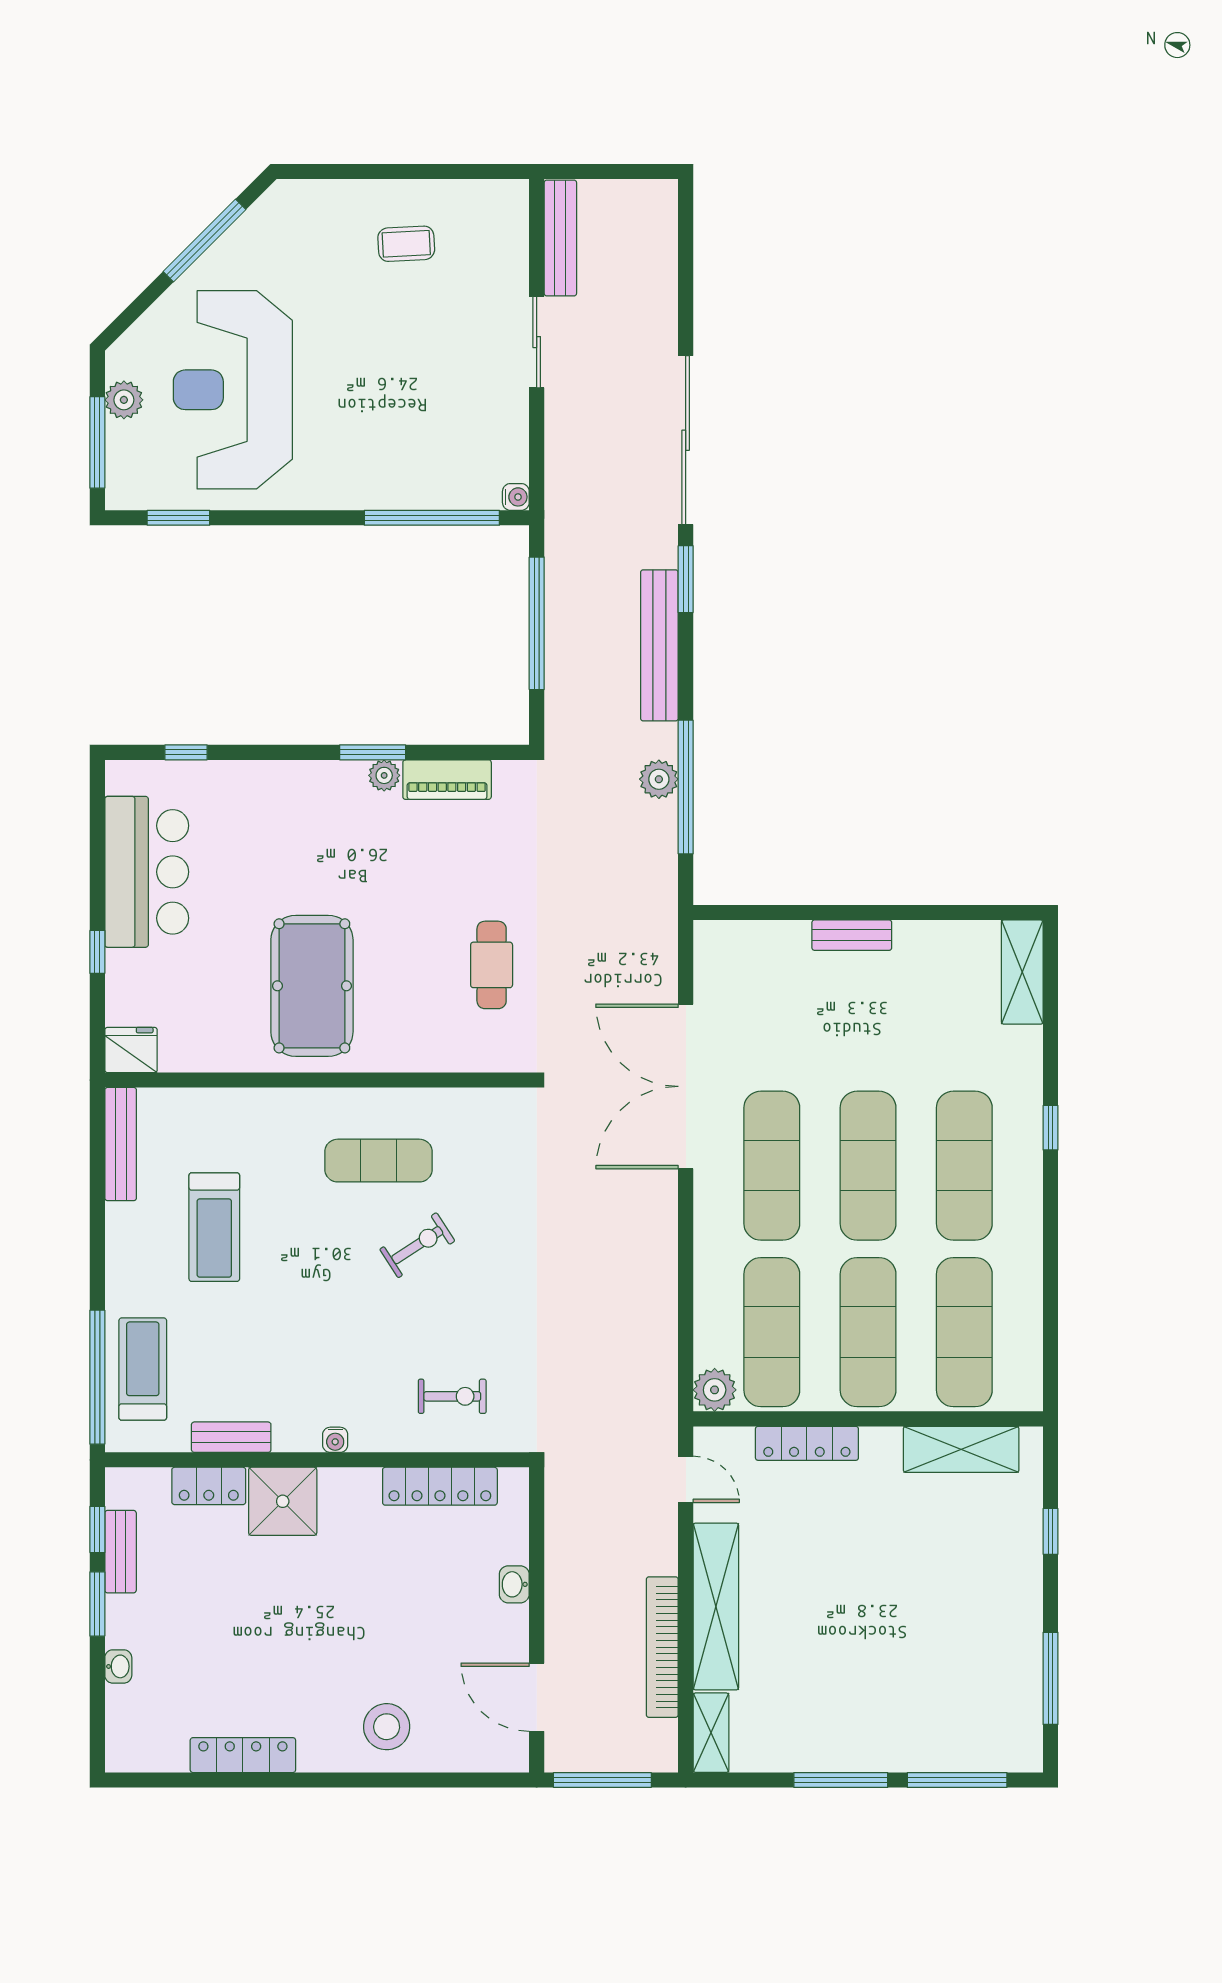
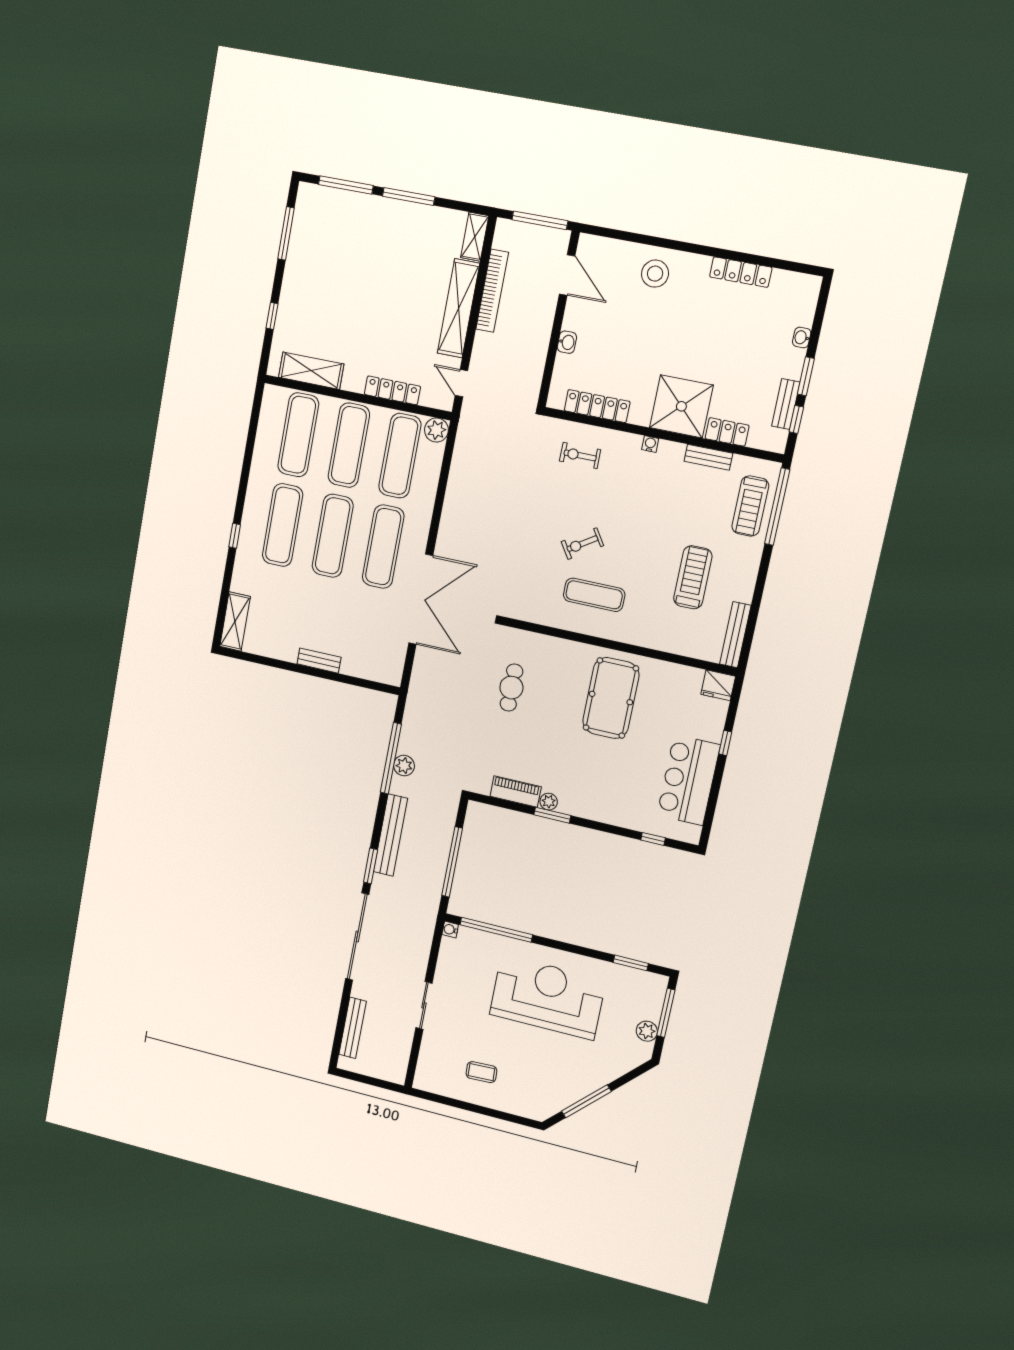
bench: (560, 238) -> (353, 1028), moved
reception desk: (233, 390) -> (548, 997), moved, turned -90
shower: (283, 1501) -> (681, 406), width x1.37, depth x1.37

